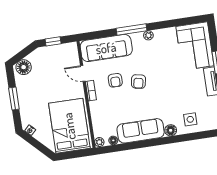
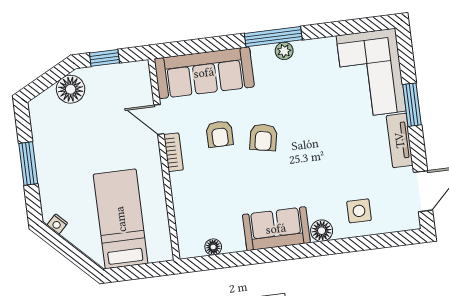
window: (131, 30) -> (273, 37), moved
floor lamp: (24, 67) -> (71, 89), moved
bed: (69, 126) -> (121, 219), width x0.67
sofa: (141, 131) -> (276, 229), width x0.73
plant: (99, 142) -> (187, 249), removed

